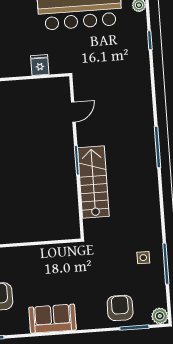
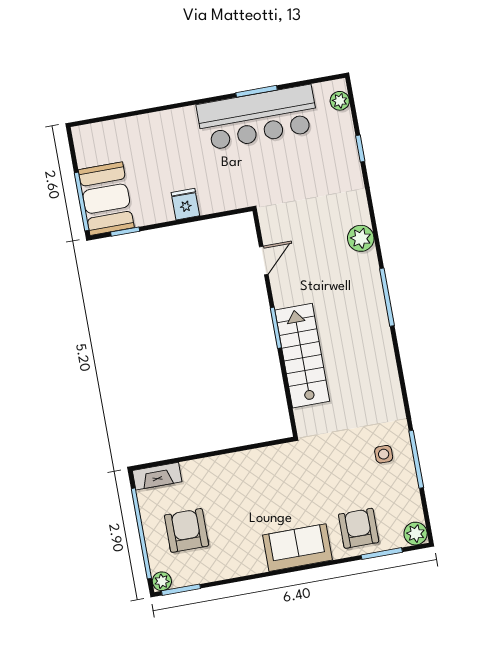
fridge: (40, 65) -> (185, 204), moved
plant: (143, 104) -> (361, 238), added
sofa: (52, 319) -> (297, 548), moved

